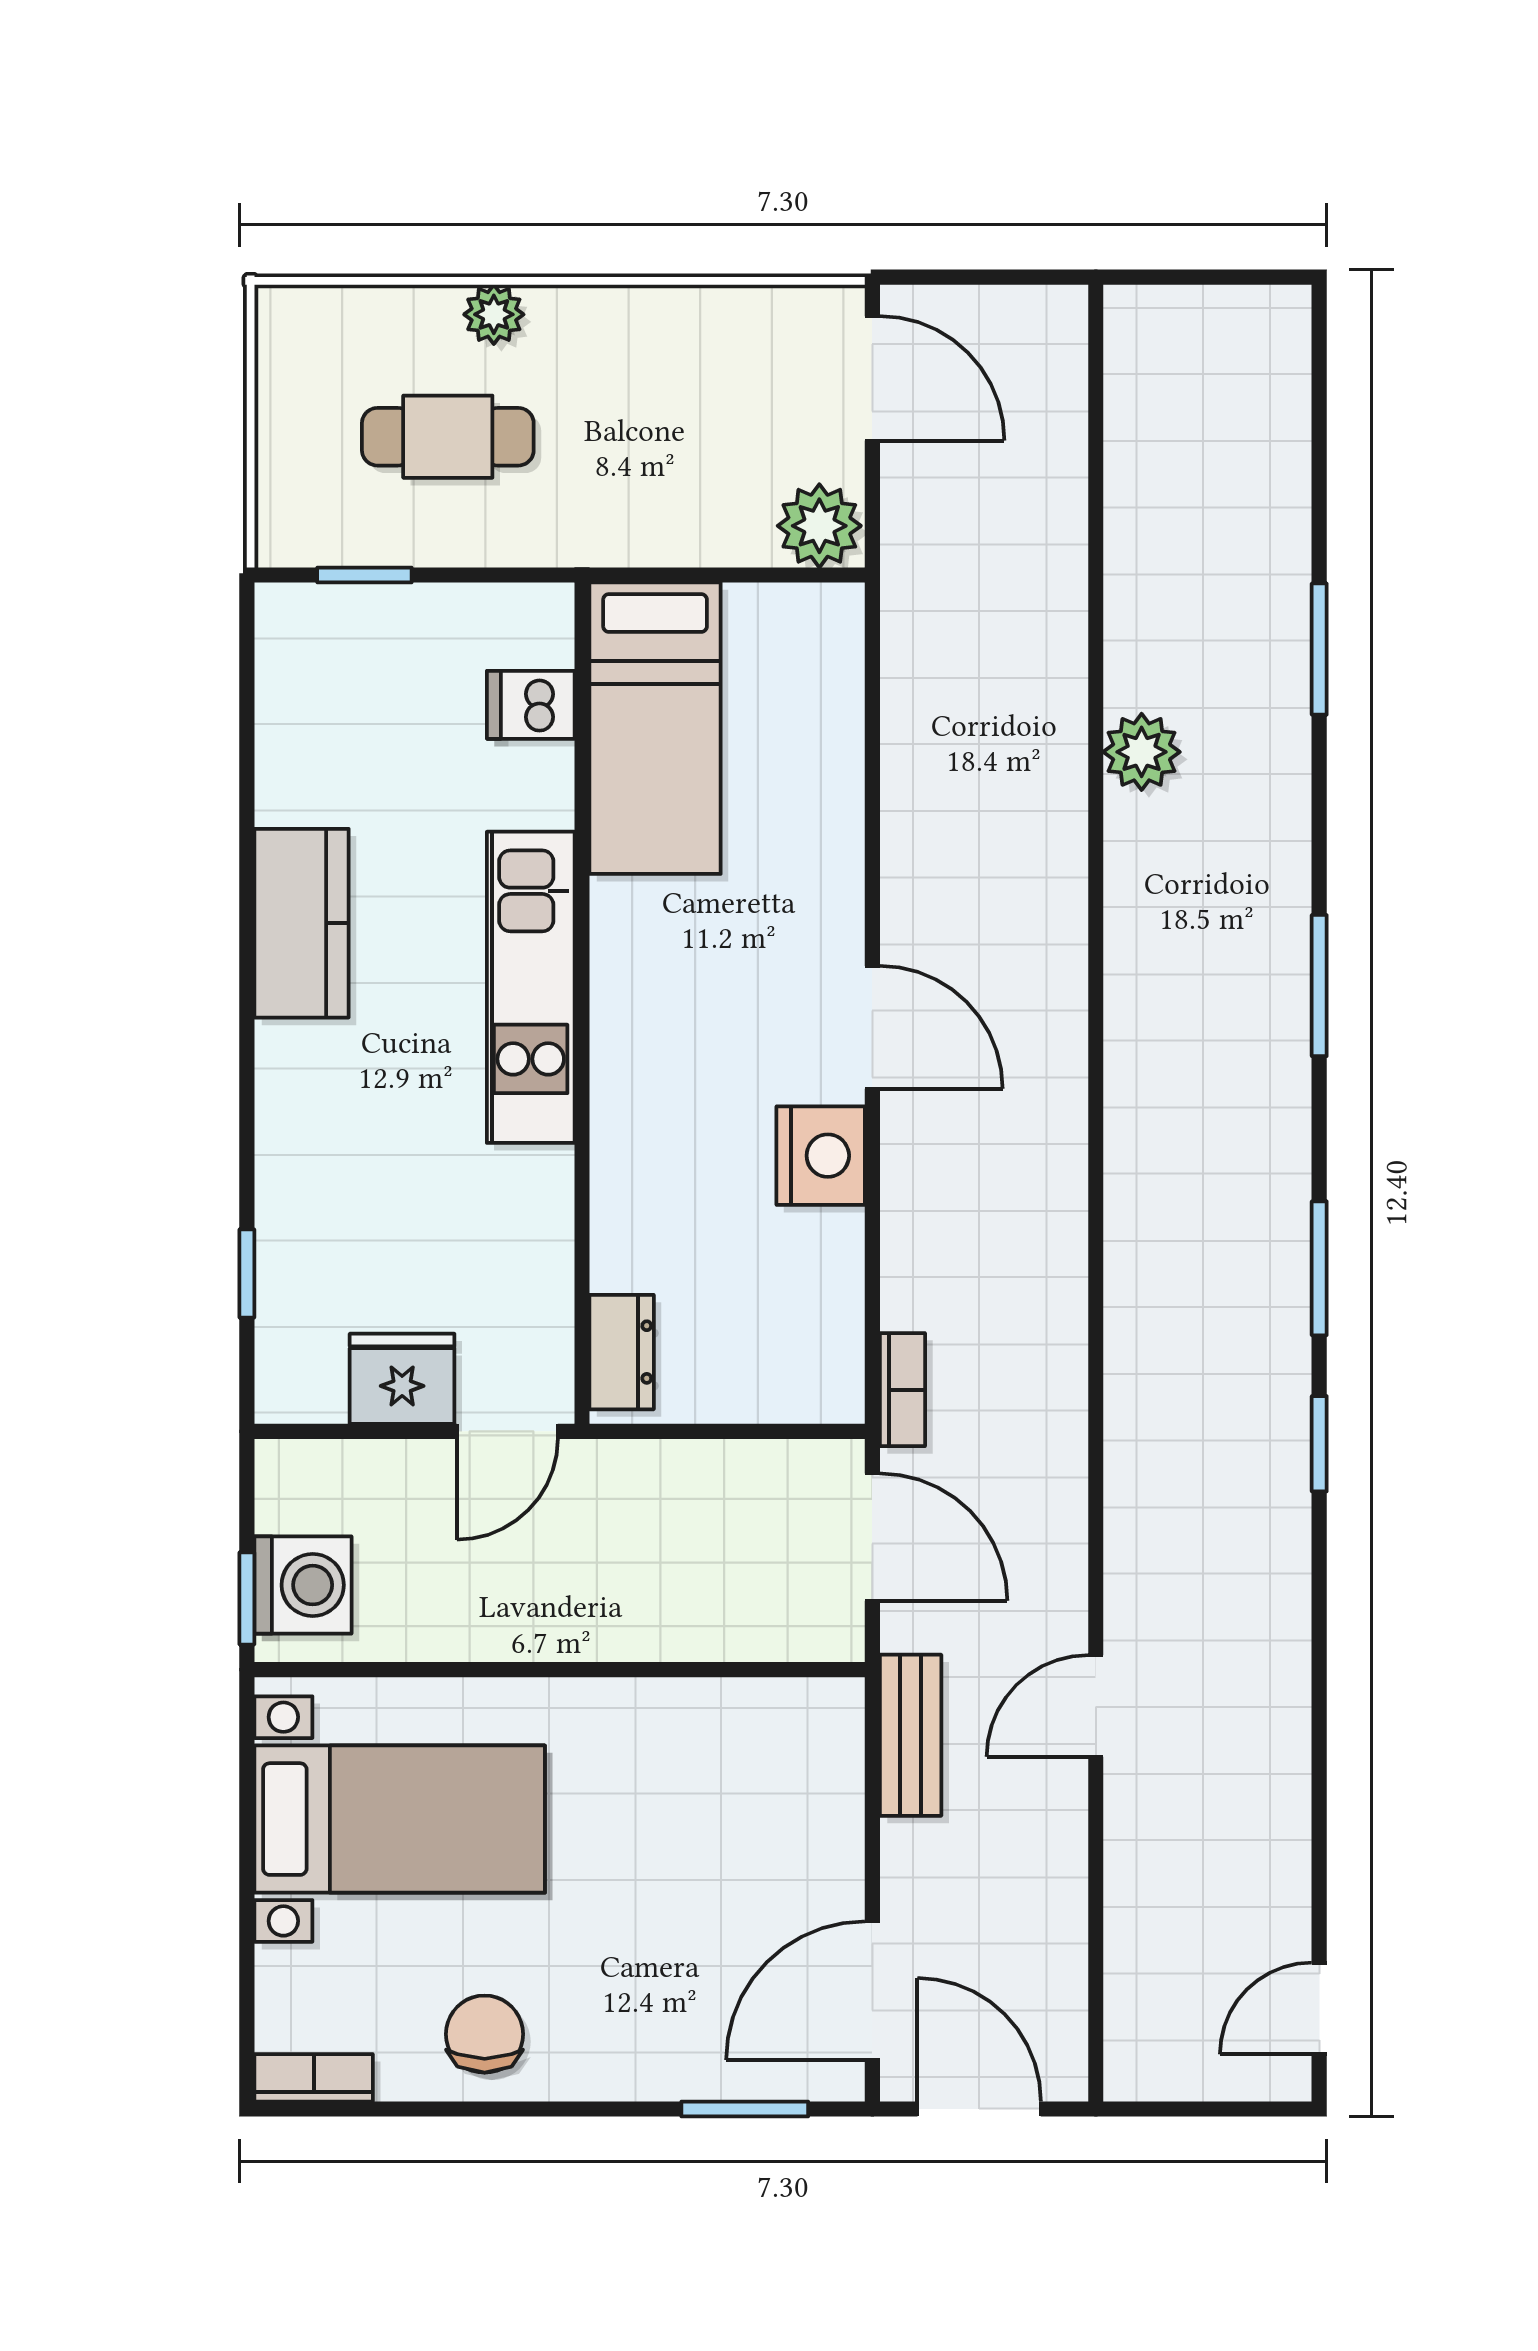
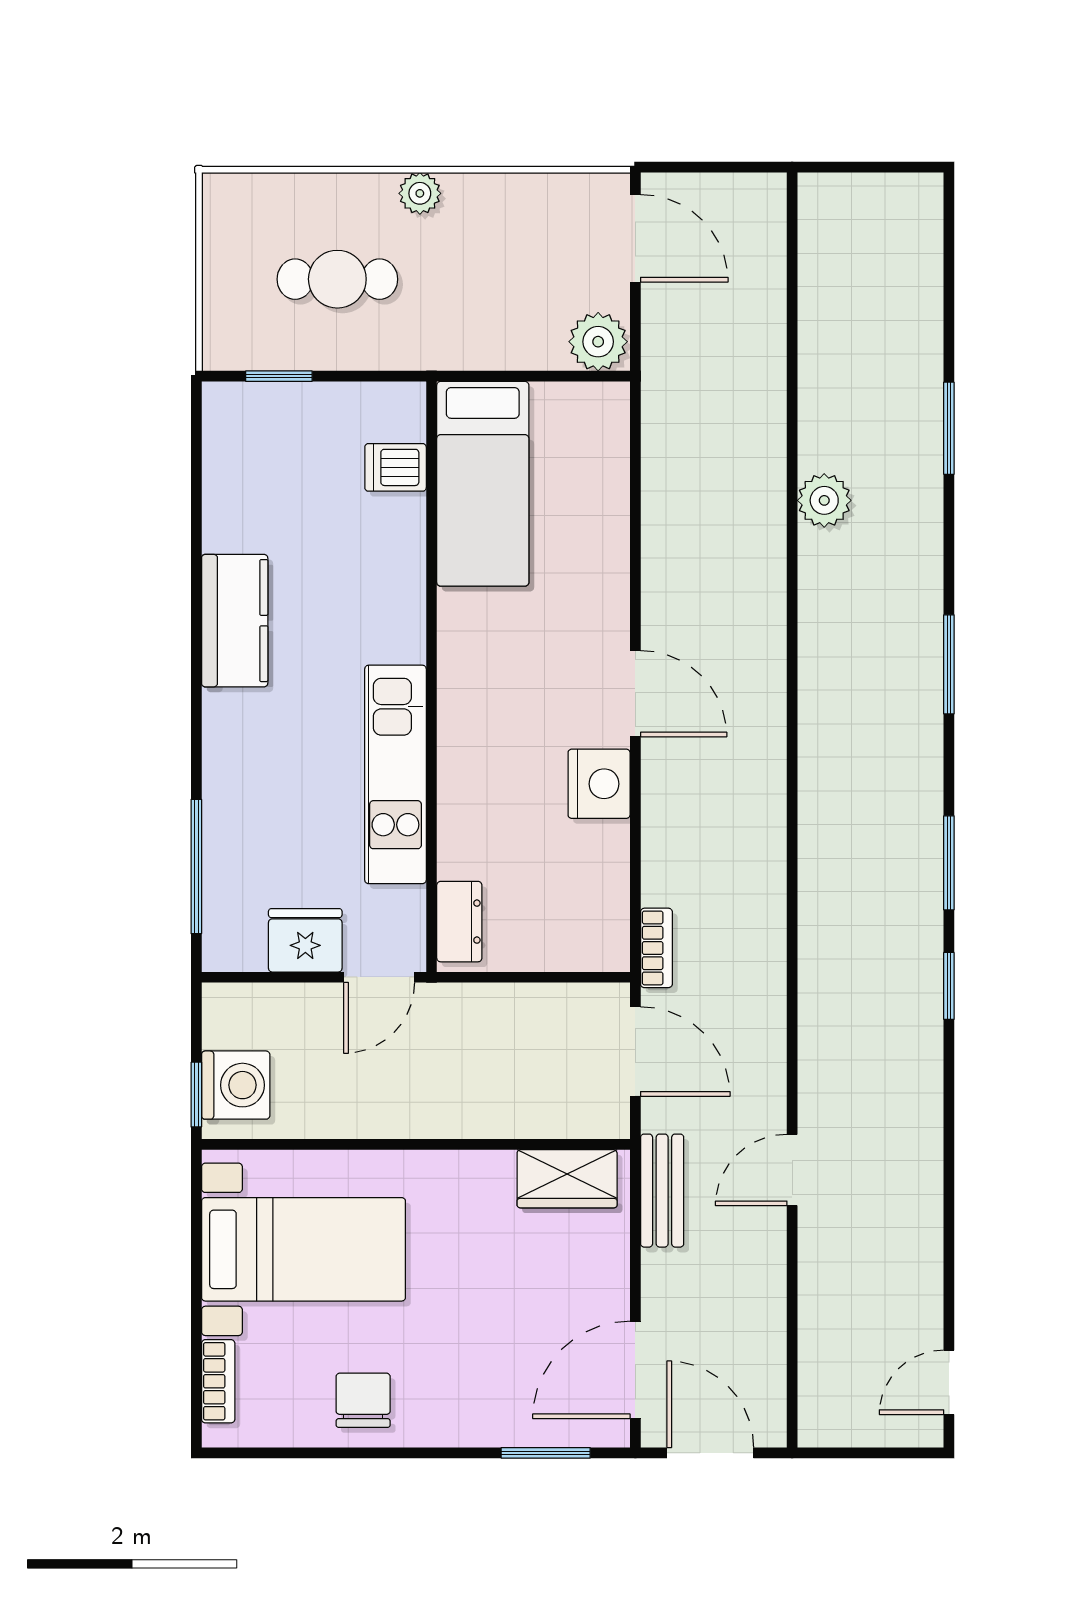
plant: (494, 314) -> (420, 193), moved
kitchen unit: (531, 987) -> (395, 774), moved
window: (247, 1274) -> (196, 866), width x2.17
wardrobe: (775, 1718) -> (567, 1179), added
bookcase: (314, 2078) -> (218, 1381), moved, turned 90

